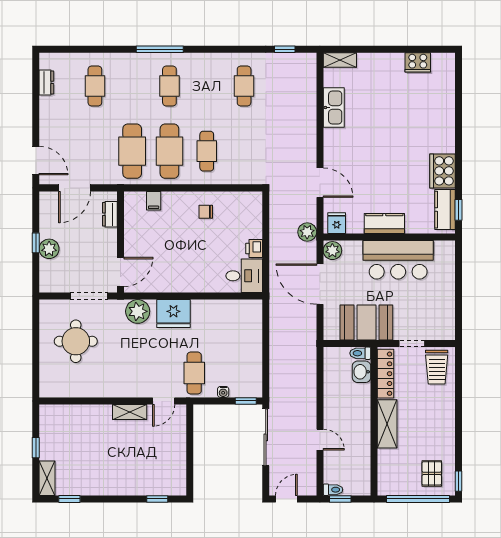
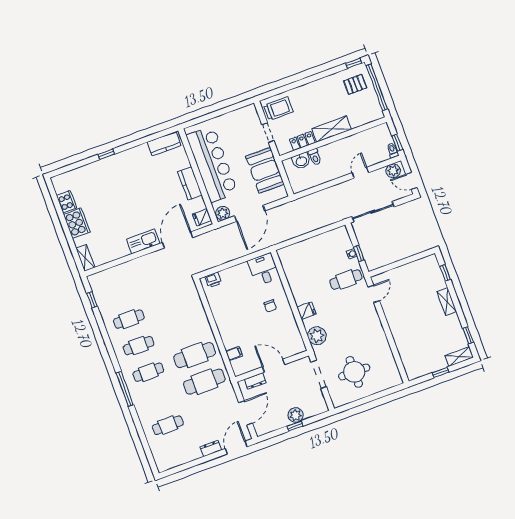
dresser: (46, 82) -> (211, 448), moved
kitchen sink: (334, 108) -> (143, 241), moved
cafe table: (207, 151) -> (139, 346), moved
cooker: (443, 171) -> (77, 223), moved, turned -90
door: (320, 183) -> (178, 240), width x1.36
door: (75, 188) -> (246, 413), hinge flipped
window: (459, 210) -> (106, 154), moved
chair: (206, 212) -> (270, 306), moved
plant: (307, 232) -> (393, 171), moved
printer: (254, 248) -> (213, 280), moved
bar counter: (398, 260) -> (212, 164), width x1.36
door: (120, 272) -> (274, 366), moved
fridge: (173, 314) -> (306, 311), width x0.53, depth x0.75
toilet: (360, 353) -> (315, 157), moved
locker: (386, 374) -> (302, 141), width x0.66
door: (164, 401) -> (374, 294), hinge flipped
window: (246, 401) -> (359, 253), moved
shelving: (130, 412) -> (447, 301), moved

